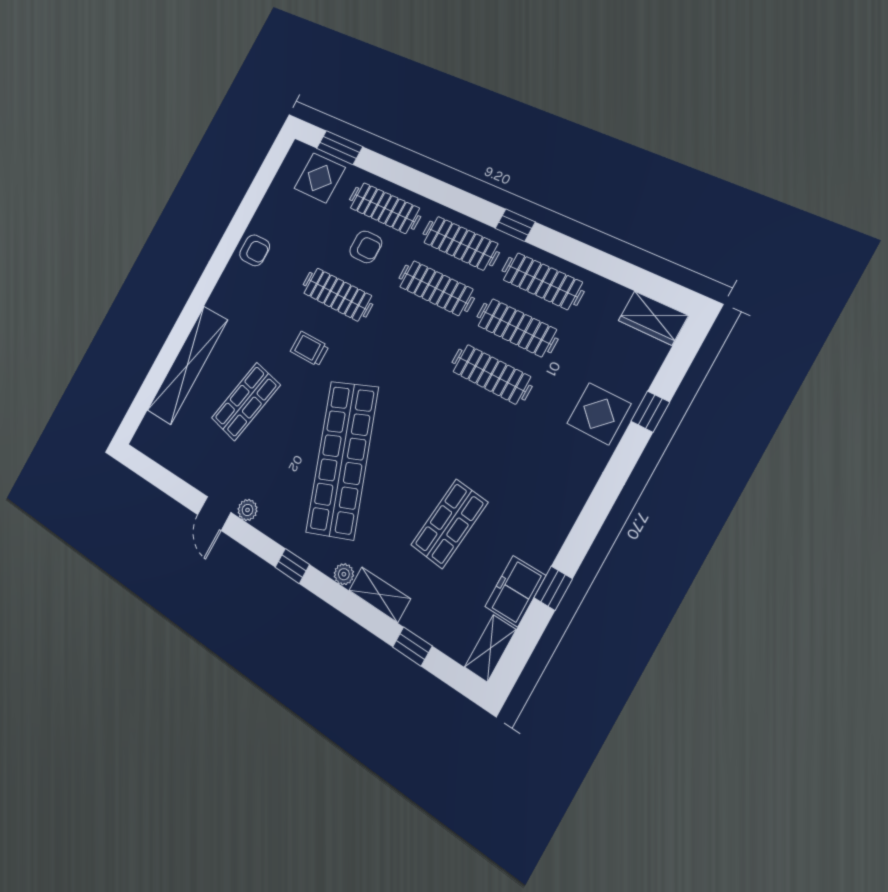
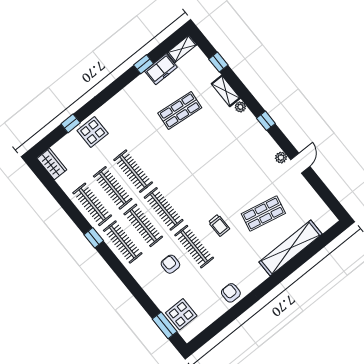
clothes rail: (385, 208) -> (164, 209), moved
shop shelf: (342, 460) -> (222, 162), removed

